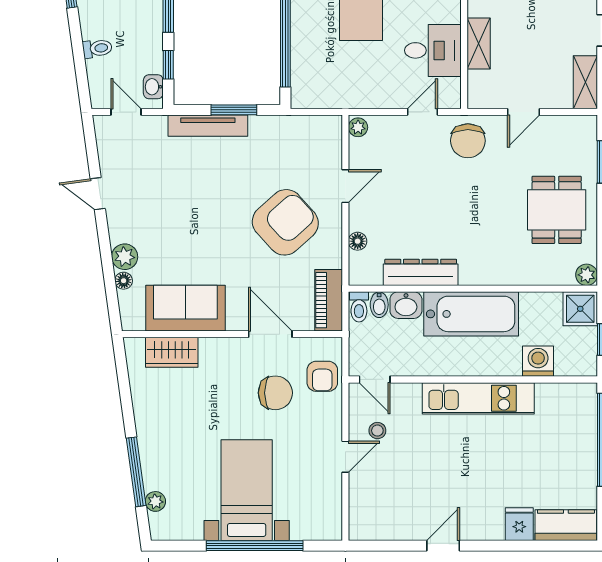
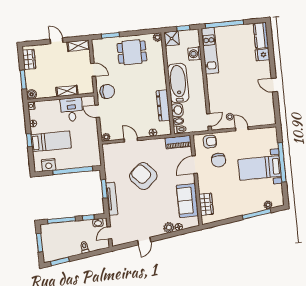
armchair: (285, 222) -> (143, 176), moved
chair: (275, 393) -> (219, 160), turned 180
kitchen unit: (478, 398) -> (210, 51), moved

